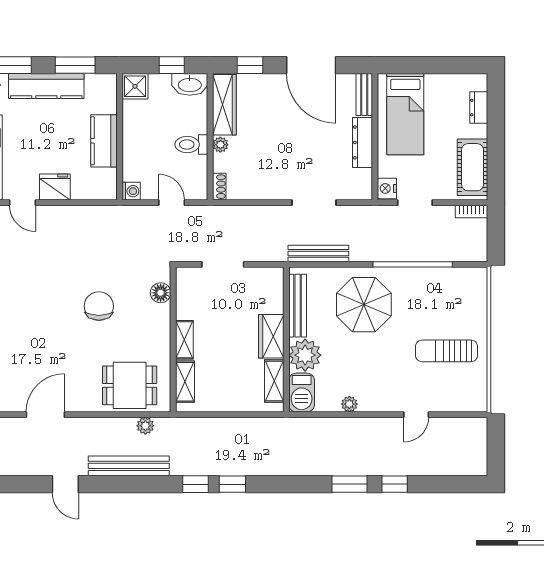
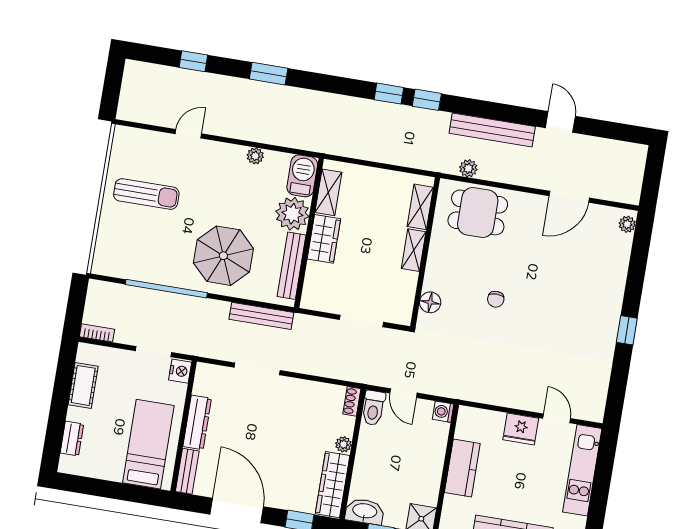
toilet: (191, 145) -> (373, 408), moved, turned 90
cot: (473, 167) -> (83, 385), width x0.73, depth x0.75
chair: (99, 306) -> (496, 299), width x0.54, depth x0.54
window: (395, 484) -> (193, 61), moved

